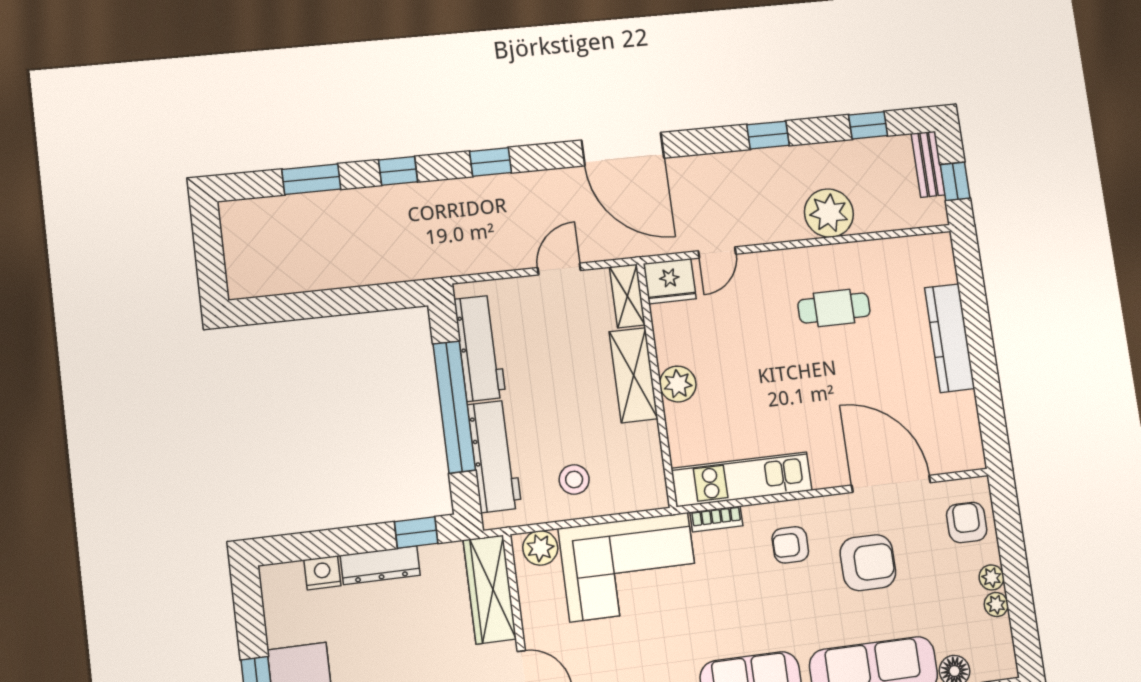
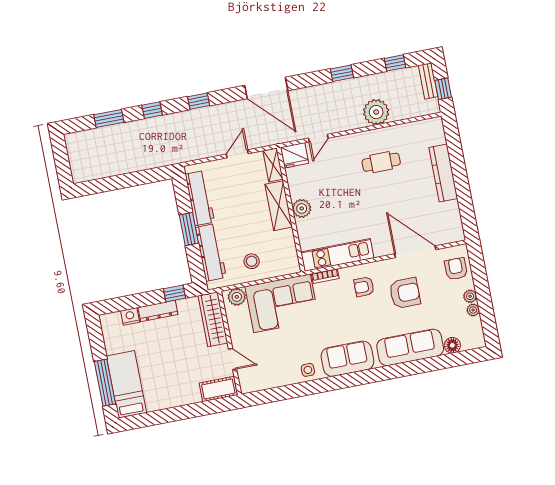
window: (454, 407) -> (189, 229), width x0.47

